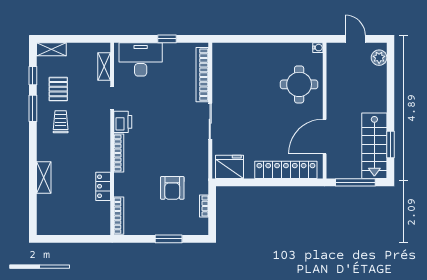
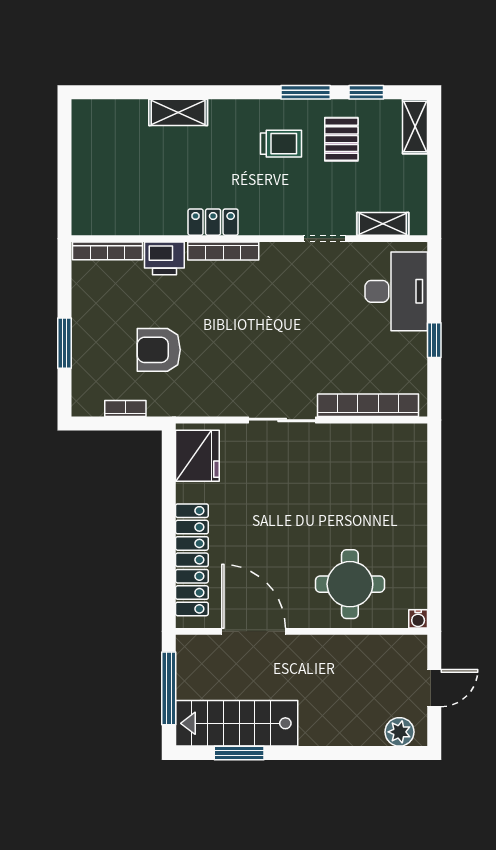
pallet: (58, 89) -> (341, 139), turned 90
printer: (123, 122) -> (164, 258), moved
locker: (103, 186) -> (213, 222), moved

